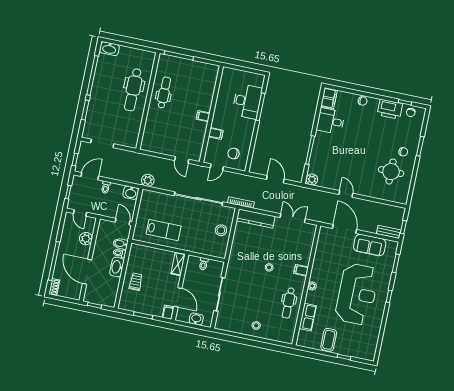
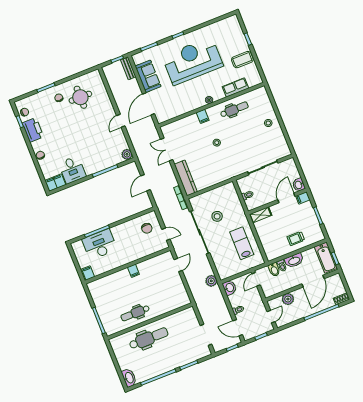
filing cabinet: (216, 133) -> (88, 273), moved
stool: (221, 230) -> (217, 216), moved
bathtub: (101, 297) -> (326, 258), added
washbasin: (196, 319) -> (299, 185), moved

